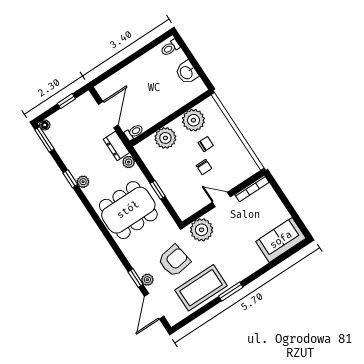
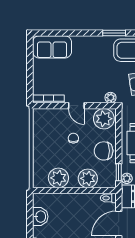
chair: (206, 144) -> (104, 151), moved, width x1.87, depth x1.87
window: (158, 190) -> (119, 172), moved
plant: (187, 204) -> (104, 119), added
plant: (202, 230) -> (110, 98), width x0.53, depth x0.53

